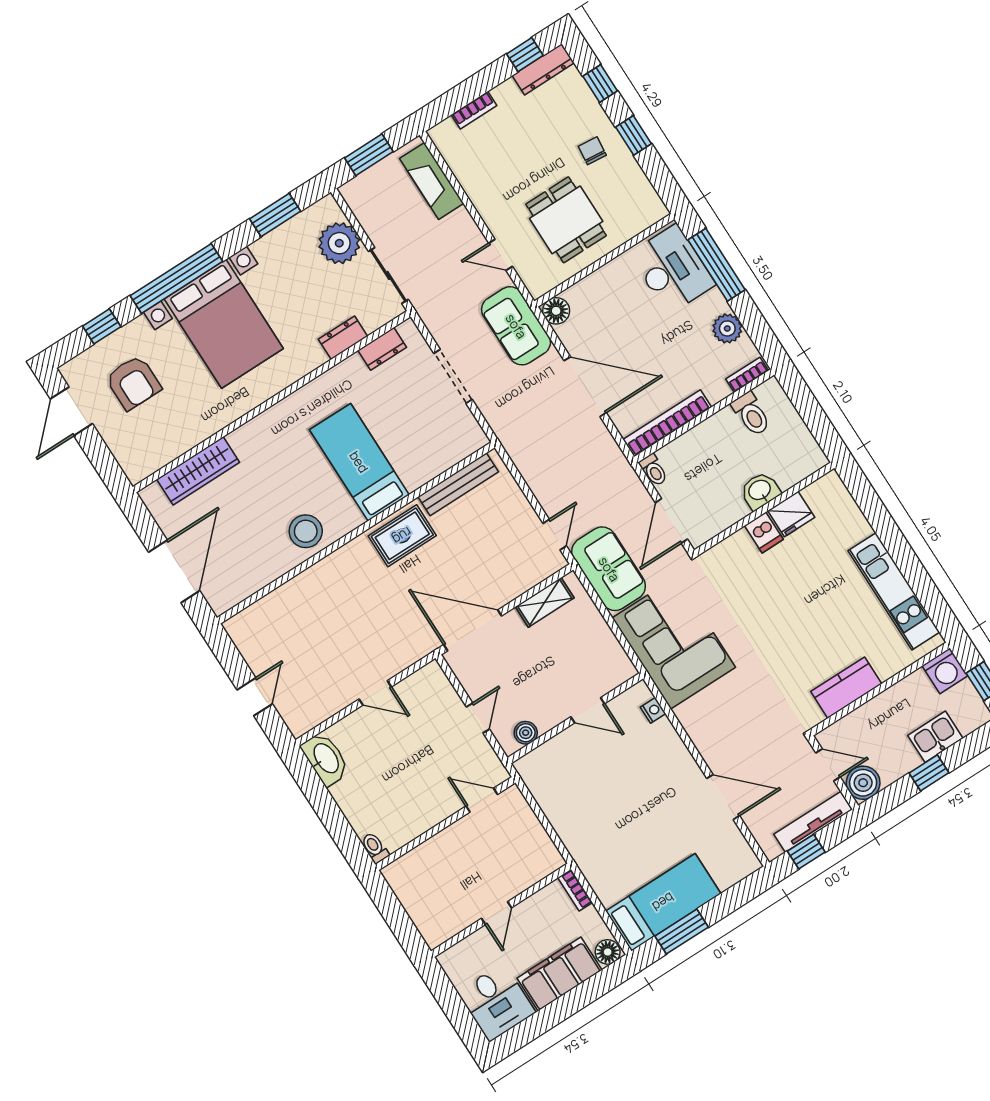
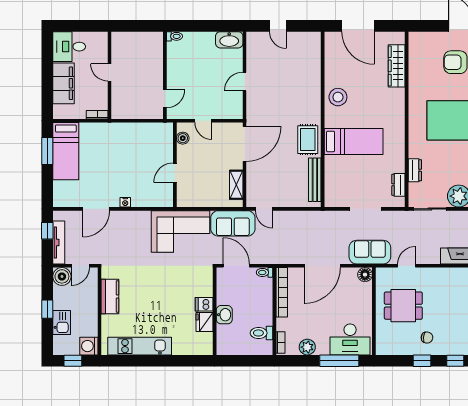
nightstand: (653, 710) -> (125, 202), moved
floor lamp: (608, 952) -> (60, 112), removed

